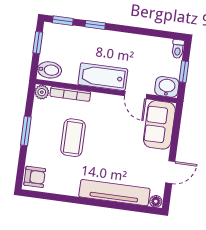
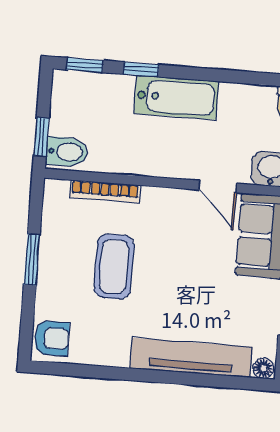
window: (38, 43) -> (41, 137), moved
bathtub: (103, 77) -> (176, 97), moved, turned 180
plant: (42, 92) -> (55, 191), removed

